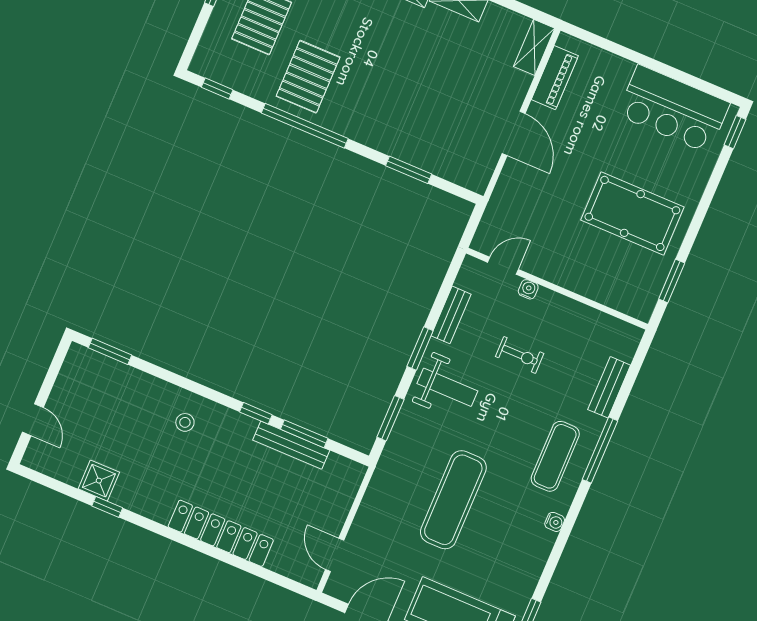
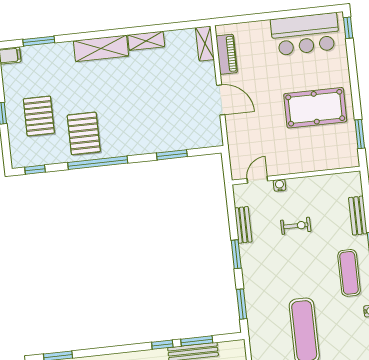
weight bench: (447, 387) -> (265, 268), removed

